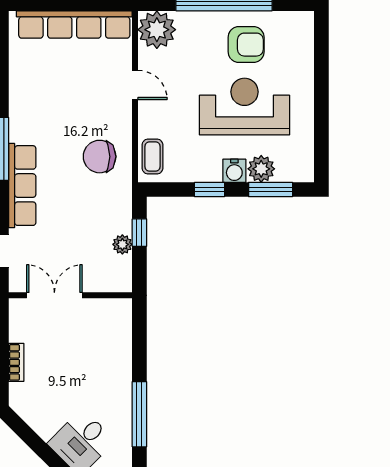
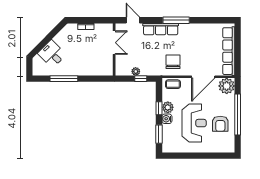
door: (135, 85) -> (203, 77), width x1.88
plant: (261, 169) -> (168, 107), moved

